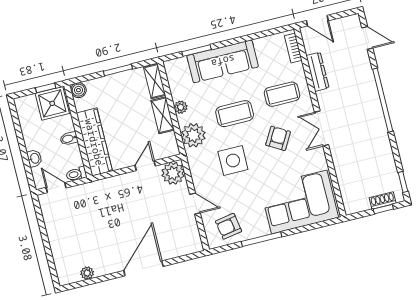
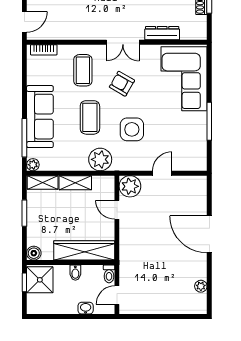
window: (196, 51) -> (24, 138), width x1.44
dresser: (318, 72) -> (162, 33), moved
plant: (181, 107) -> (33, 165), moved
armchair: (229, 226) -> (190, 148), removed

